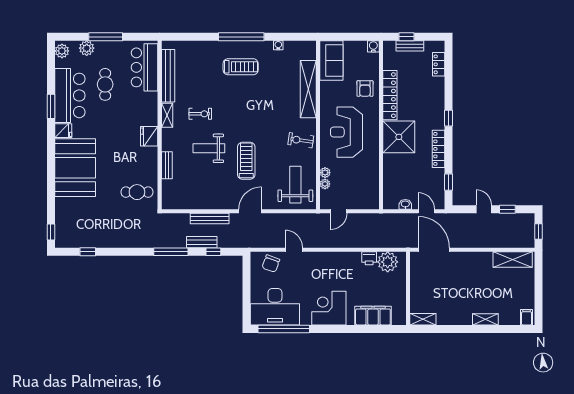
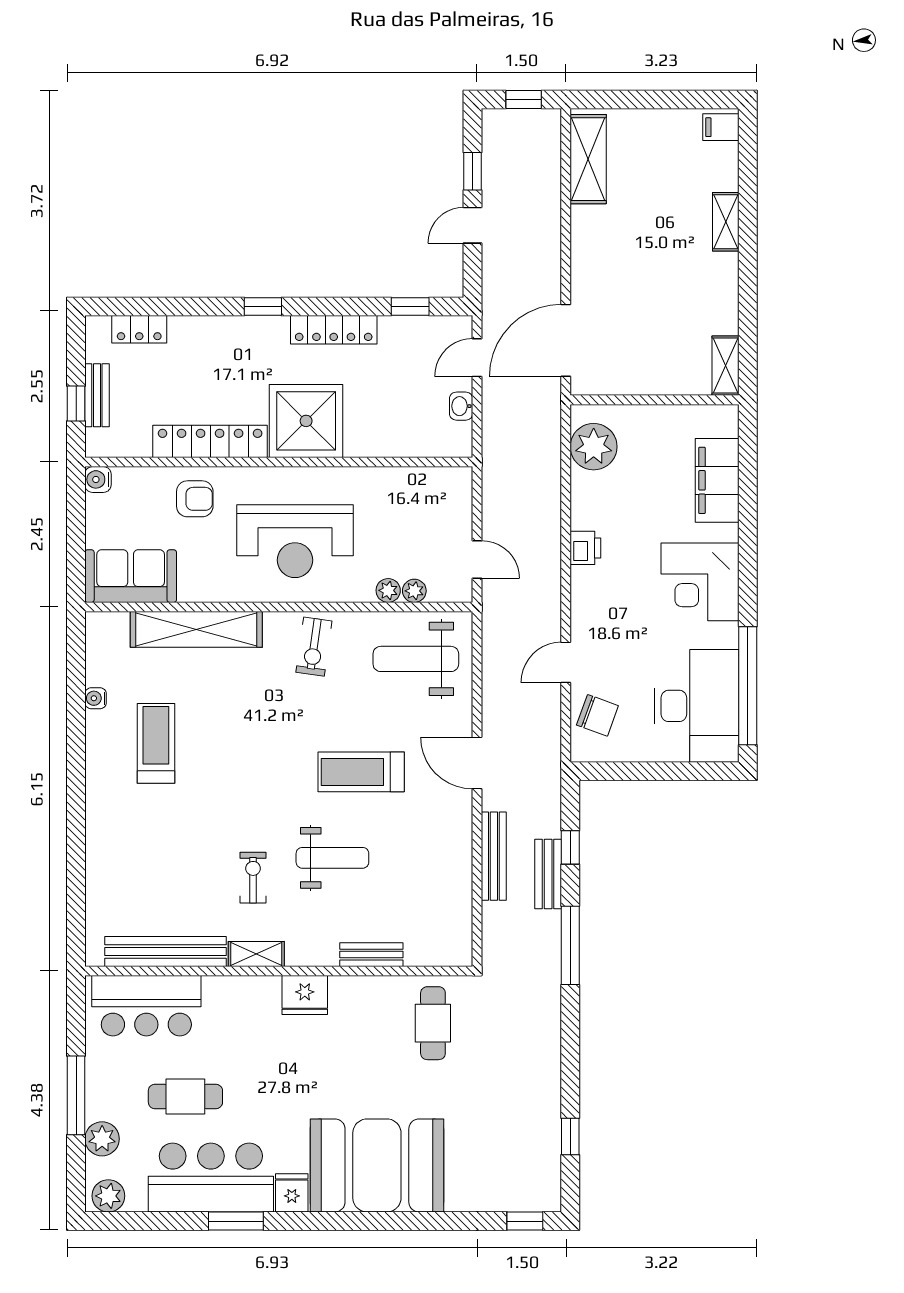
window: (241, 37) -> (76, 783), removed
treadmill: (241, 67) -> (156, 743), moved
weight bench: (209, 148) -> (332, 858), turned -90
printer: (369, 258) -> (585, 548), moved

